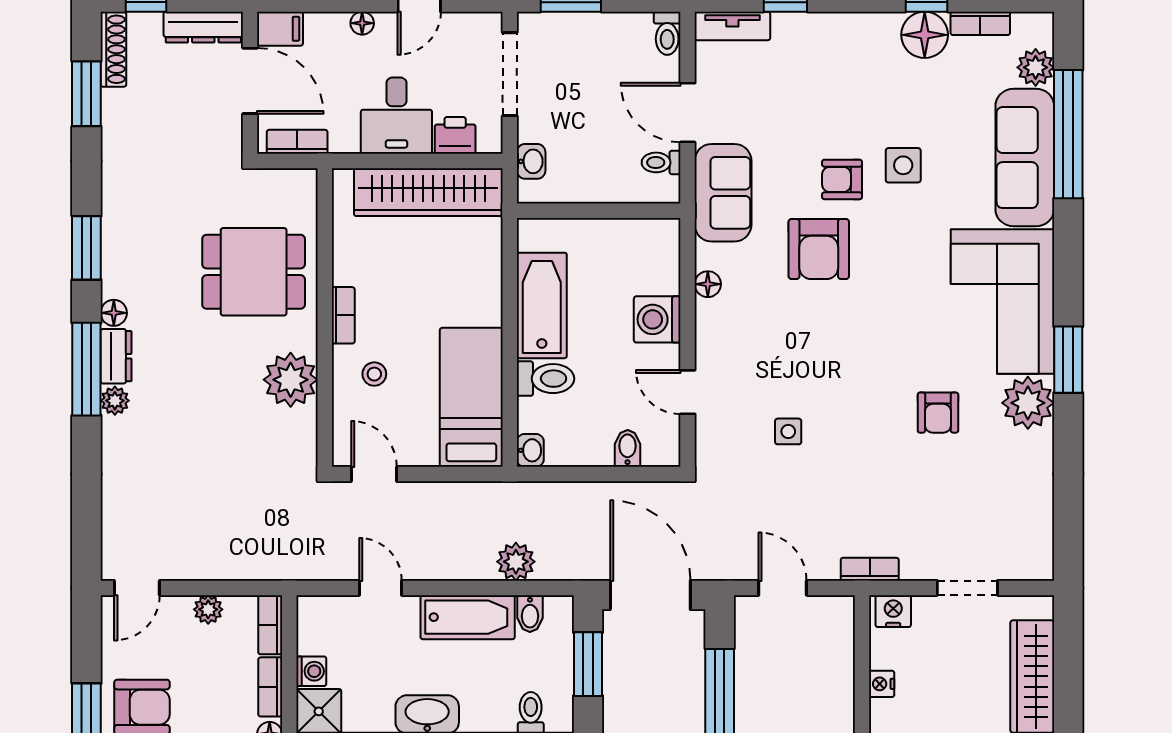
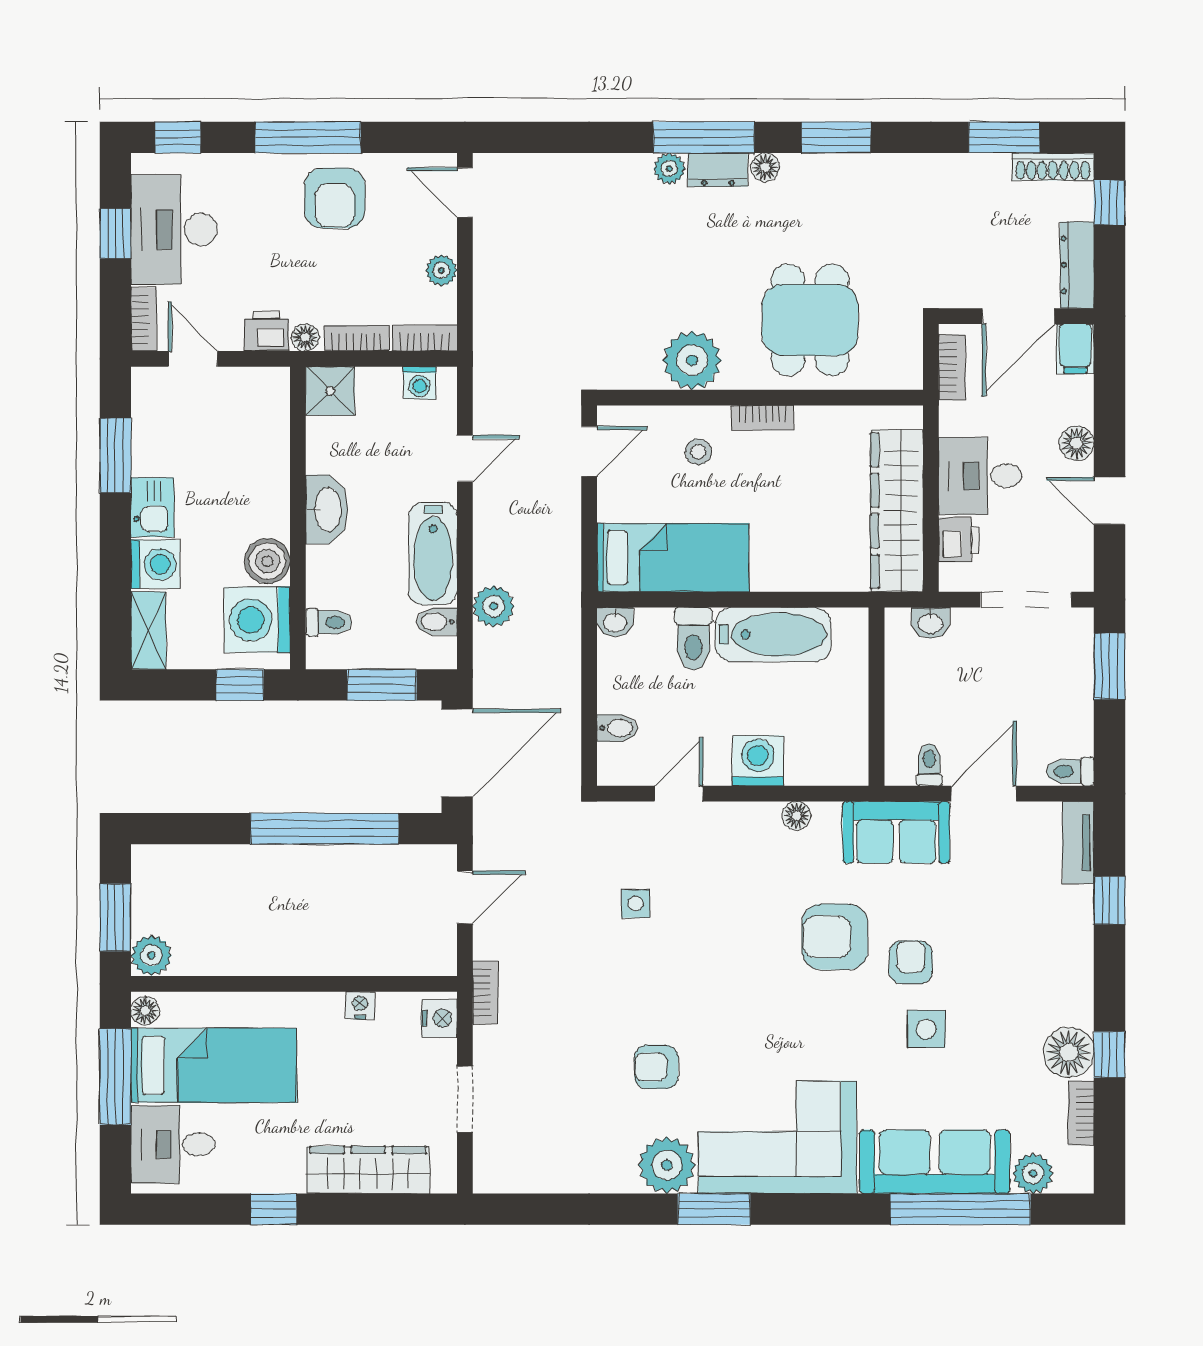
floor lamp: (362, 23) -> (1077, 443), width x1.37, depth x1.37
washing machine: (311, 671) -> (420, 383), moved

